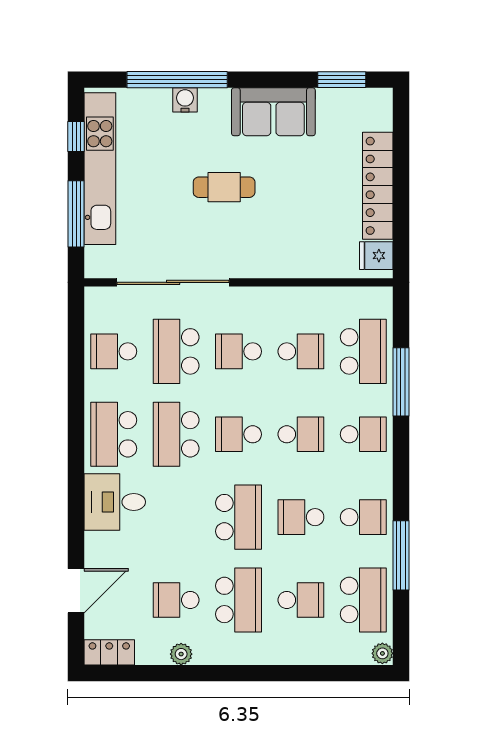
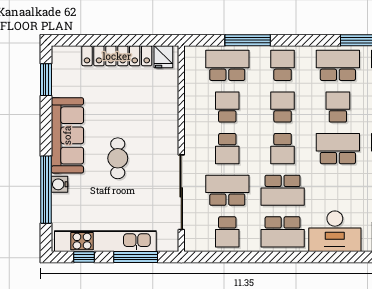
sofa: (273, 112) -> (67, 135), width x1.36
school desk: (176, 351) -> (227, 190), turned 180
desk: (115, 502) -> (335, 231), width x1.37
school desk: (301, 517) -> (338, 107), turned 180
school desk: (363, 517) -> (338, 65), width x1.85

